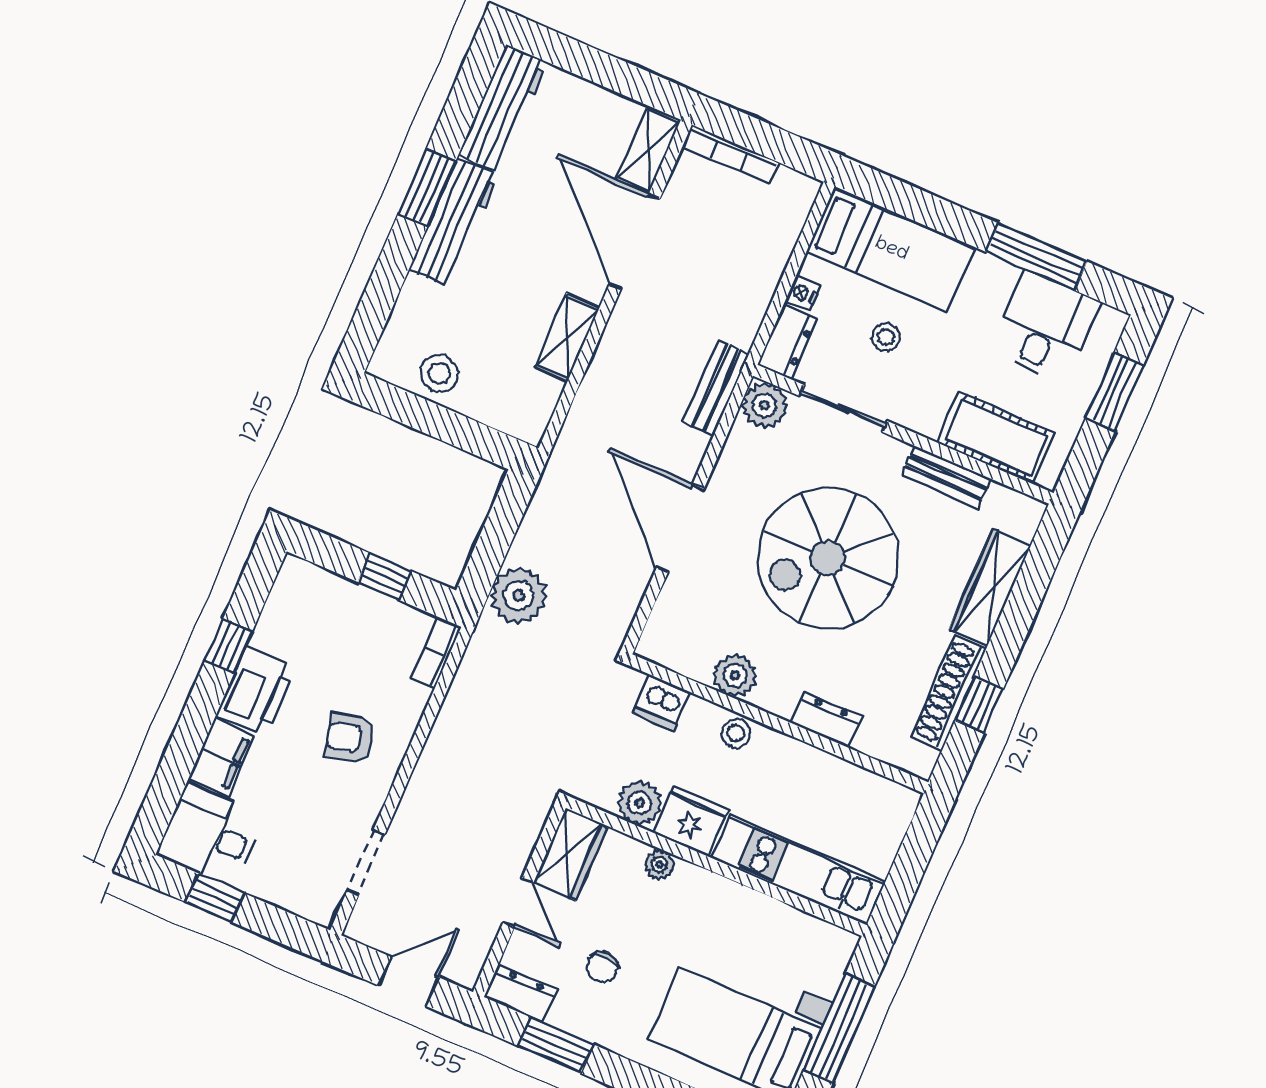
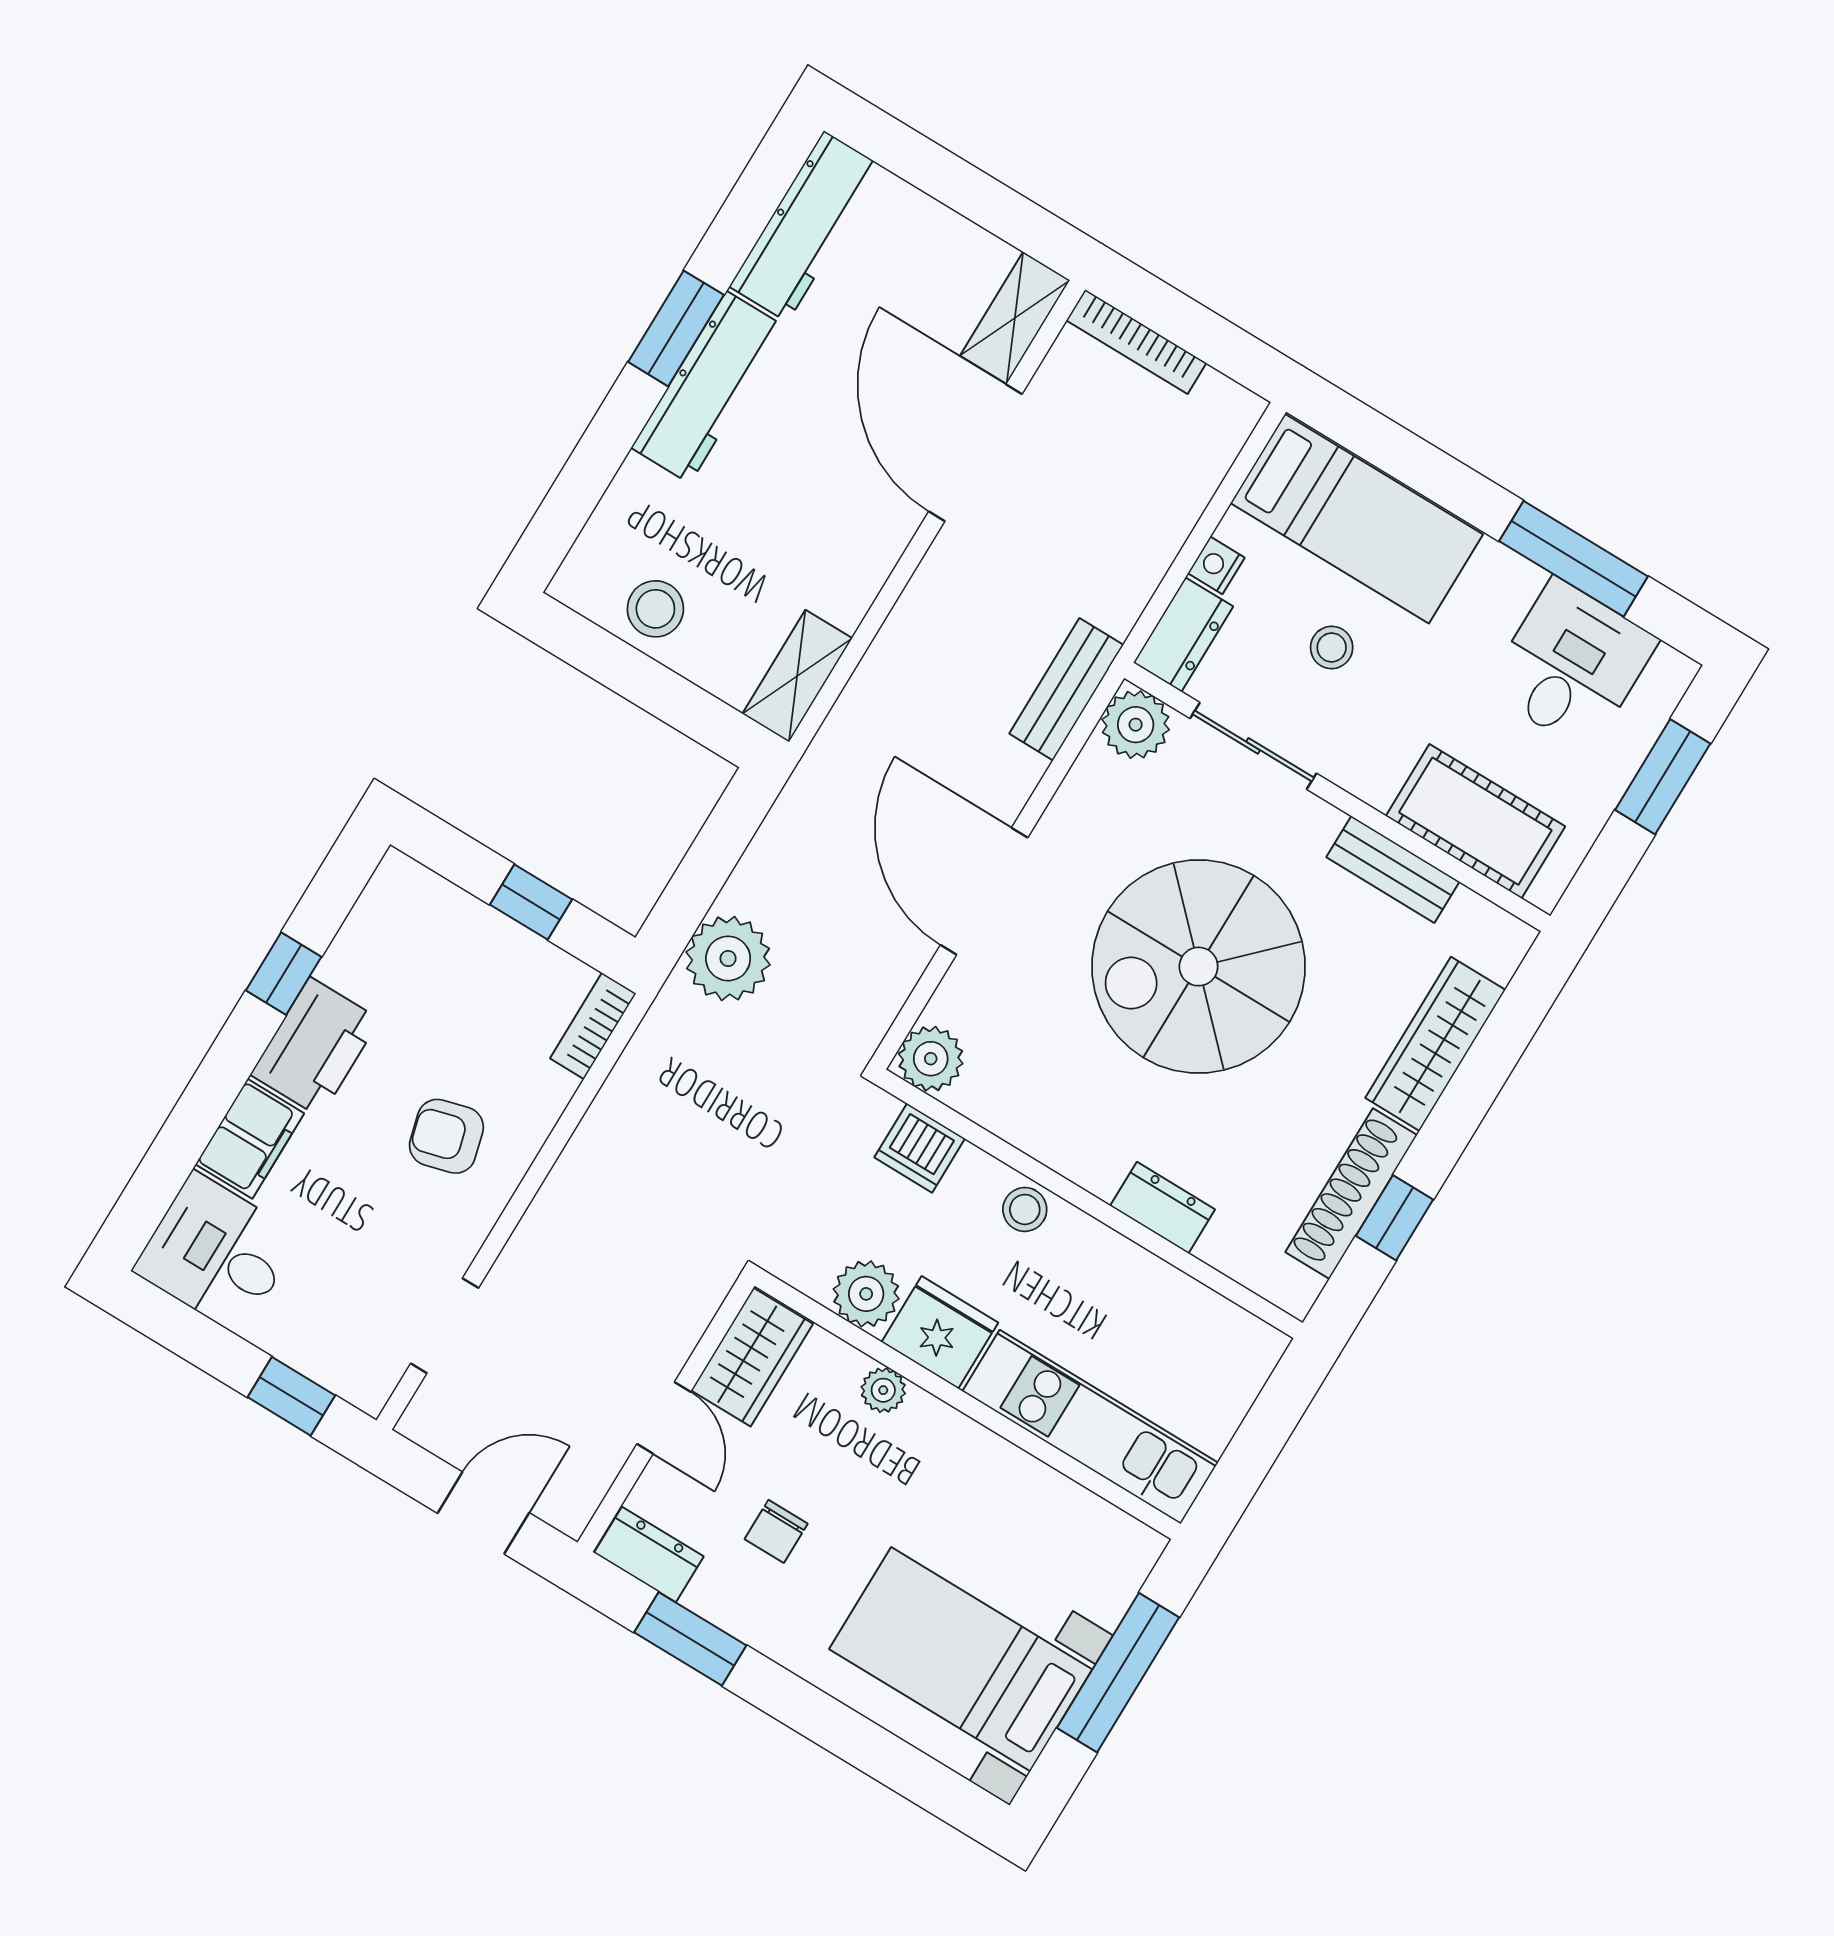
shelving: (567, 337) -> (797, 676), moved
plant: (735, 675) -> (931, 1059), moved
window: (215, 898) -> (291, 1396), moved

